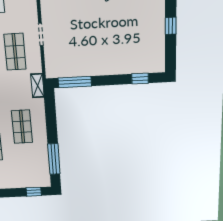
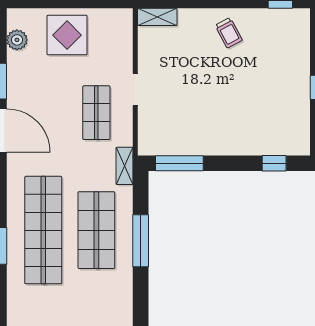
shop shelf: (22, 127) -> (96, 230), width x1.43, depth x1.36
window: (54, 159) -> (141, 241), moved

